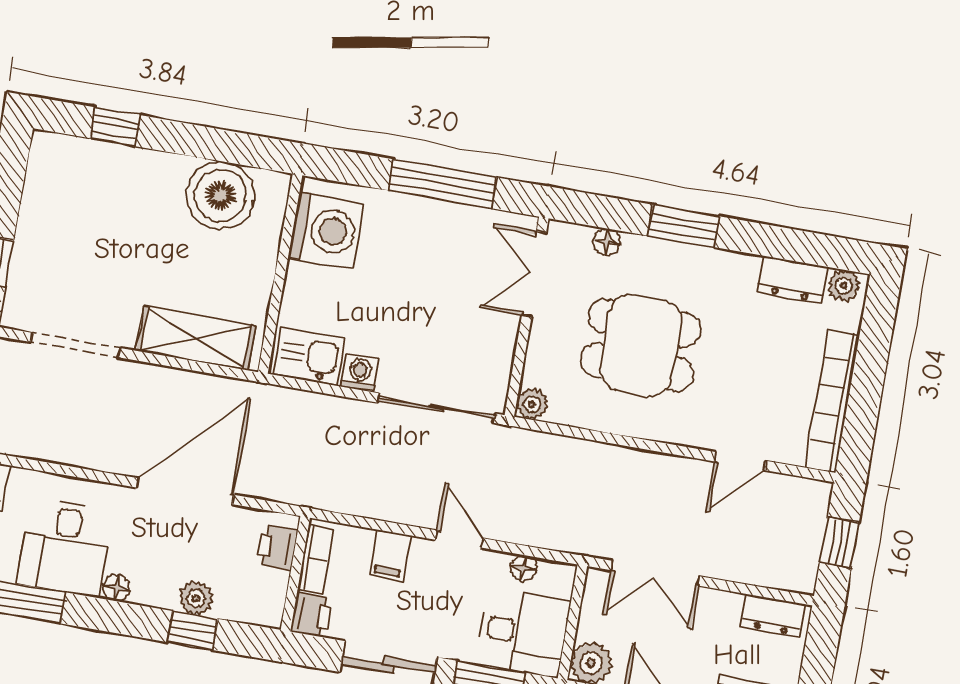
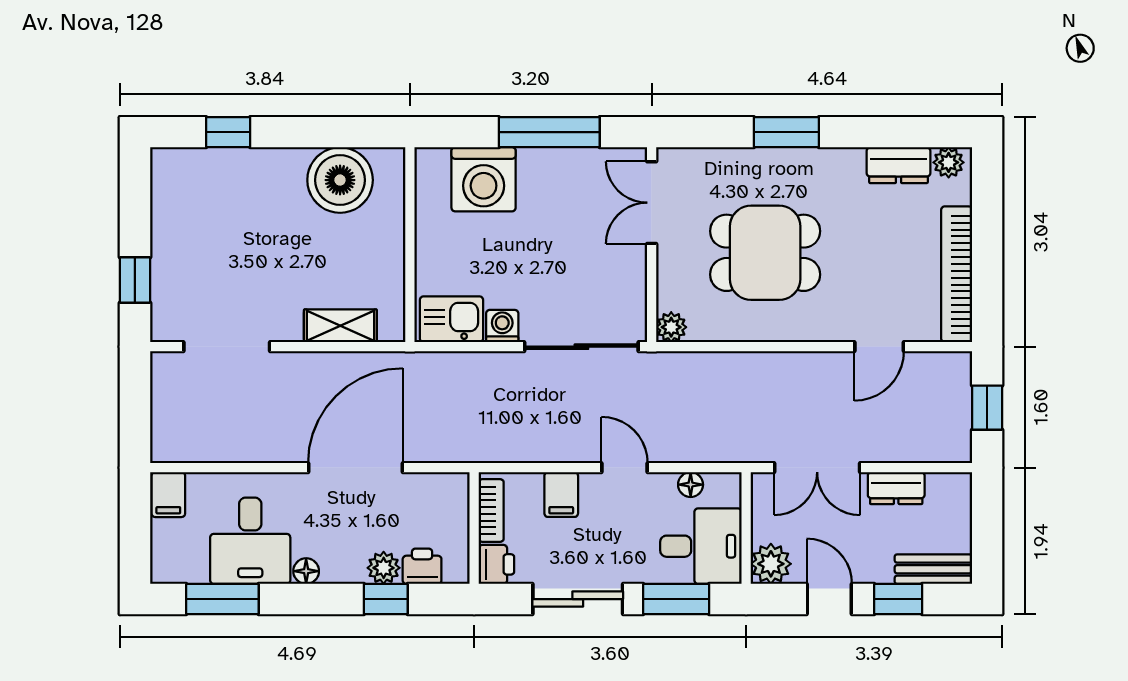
washing machine: (326, 230) -> (484, 179), moved, turned 90
floor lamp: (607, 242) -> (716, 160), removed
shelving: (196, 338) -> (340, 326), width x0.67, depth x0.75
printer: (277, 547) -> (422, 566), moved, turned 90
dresser: (773, 615) -> (896, 488), moved

